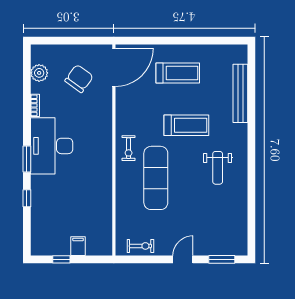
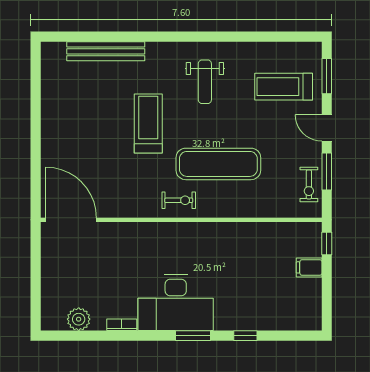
treadmill: (178, 73) -> (284, 87), moved, turned -90
chair: (79, 79) -> (86, 266), removed
weight bench: (218, 168) -> (205, 82), turned 90
exercise bike: (140, 246) -> (309, 184), turned 180
window: (61, 259) -> (327, 244), moved
window: (150, 259) -> (327, 172), added

